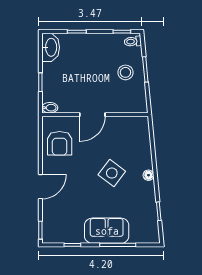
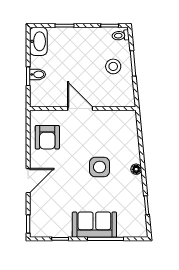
bidet: (50, 108) -> (38, 74), moved
door: (92, 115) -> (80, 109), swing flipped
side table: (112, 173) -> (100, 167), turned -37

